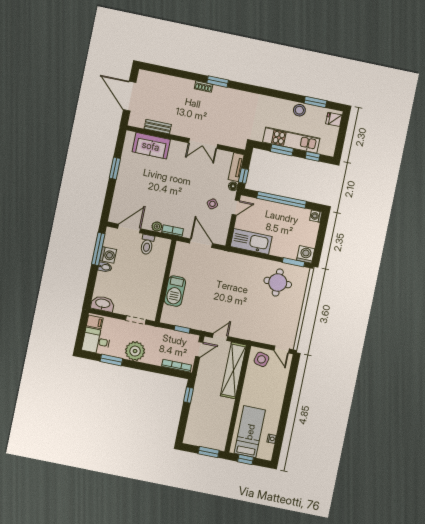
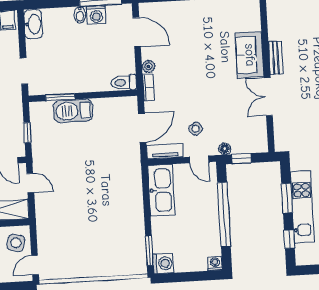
bench: (158, 127) -> (276, 58), moved
sofa: (151, 146) -> (250, 55), moved
tv unit: (236, 167) -> (165, 151), moved
toilet: (147, 245) -> (124, 82), moved
round table: (278, 283) -> (118, 238), removed
window: (162, 298) -> (60, 97), added

